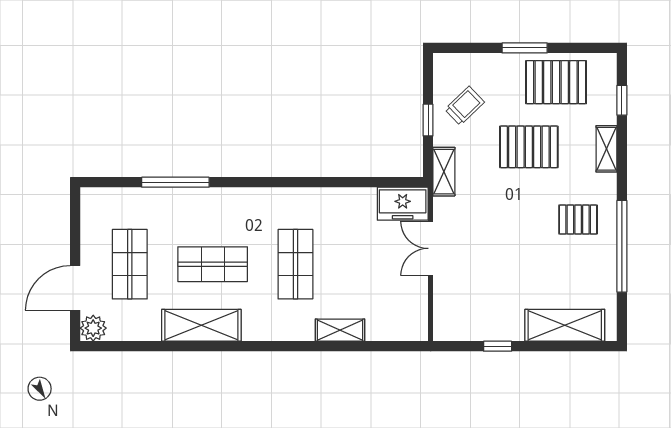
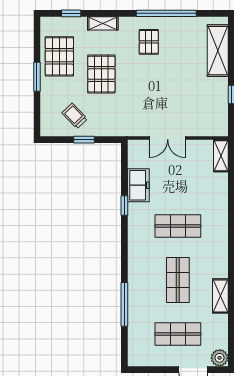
shelving: (444, 172) -> (118, 129), removed
window: (327, 182) -> (124, 205), added
freezer: (403, 204) -> (138, 185), moved
shelving: (201, 325) -> (220, 296), width x0.67, depth x0.75
shelving: (340, 330) -> (221, 156), moved

